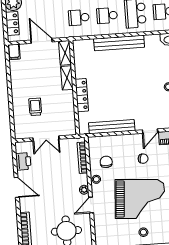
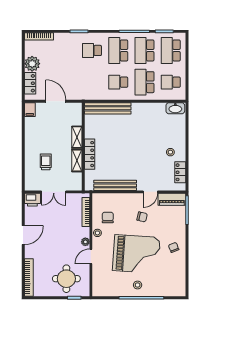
school desk: (79, 18) -> (92, 82), removed
bench: (119, 43) -> (108, 108), moved
shelving: (65, 53) -> (77, 160), moved
printer: (23, 161) -> (32, 200), moved, turned 90
door: (17, 187) -> (23, 235), hinge flipped

